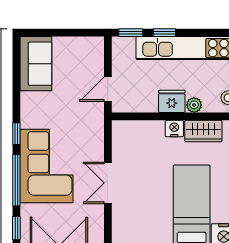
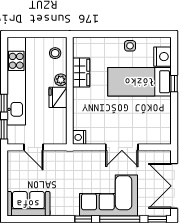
door: (108, 89) -> (34, 147), moved
nightstand: (174, 128) -> (79, 137), moved

